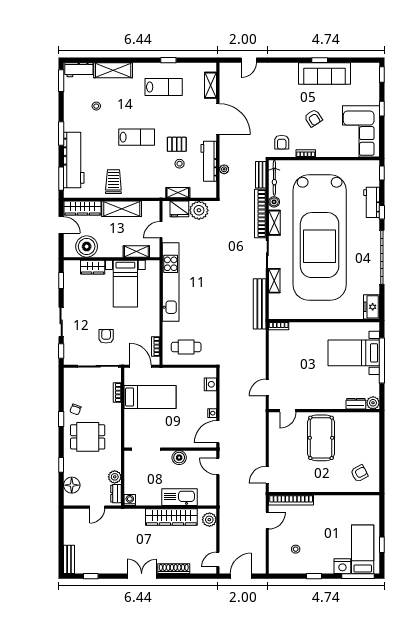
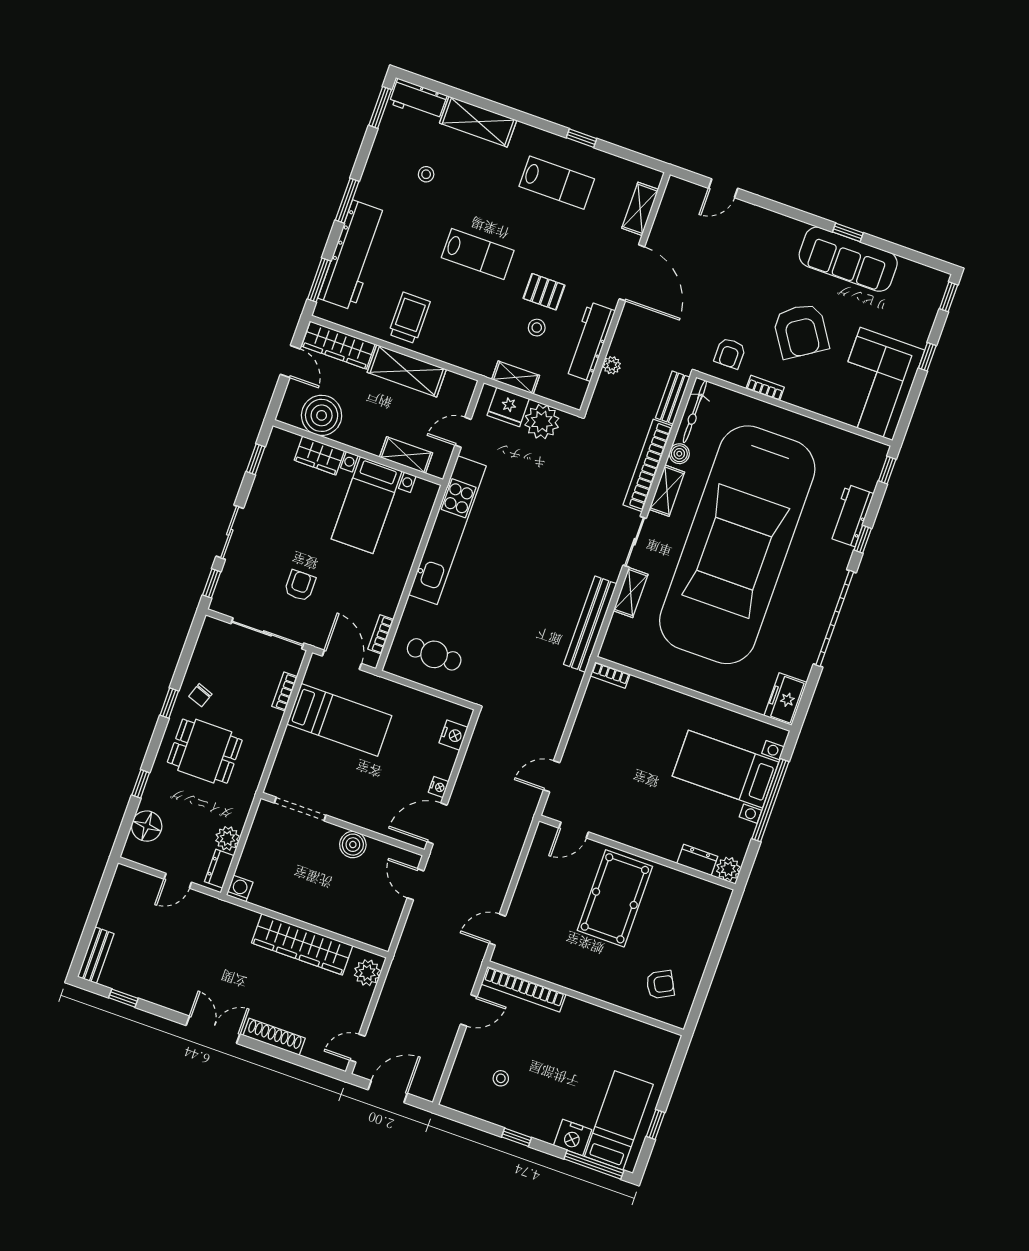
armchair: (313, 118) -> (801, 331), width x1.88, depth x1.88
kitchen sink: (179, 497) -> (329, 914), removed

